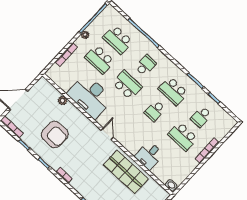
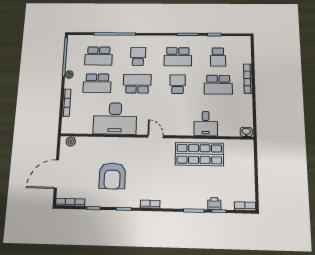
plant: (62, 100) -> (71, 141), moved
school desk: (155, 111) -> (178, 84), turned 180
armchair: (55, 134) -> (112, 176), turned 90

